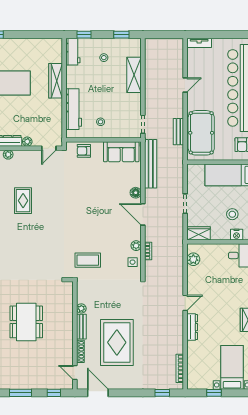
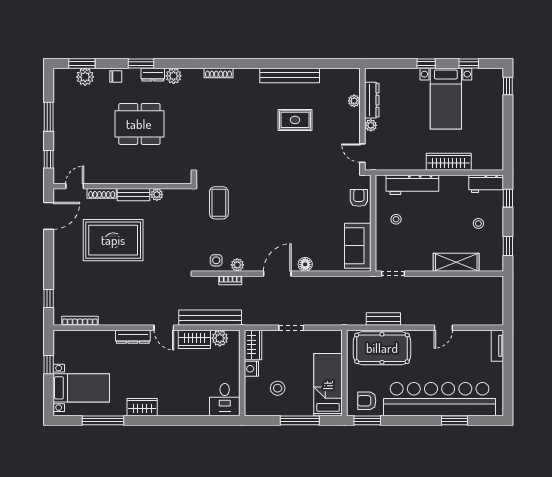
door: (185, 85) -> (443, 328), hinge flipped
bench: (151, 164) -> (210, 318), moved
nightstand: (237, 235) -> (251, 369), moved
wardrobe: (194, 279) -> (194, 339), added

